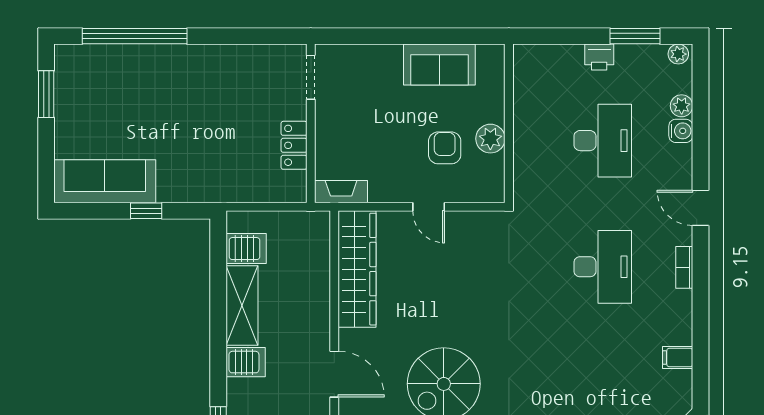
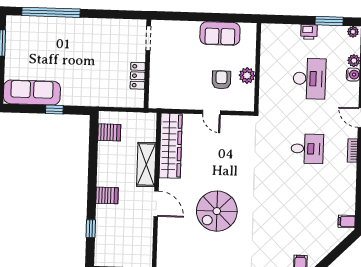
fireplace: (341, 192) -> (163, 102), removed
desk: (603, 267) -> (307, 149), width x0.73
shelving: (242, 306) -> (146, 164), moved
filing cabinet: (678, 358) -> (347, 221), moved

